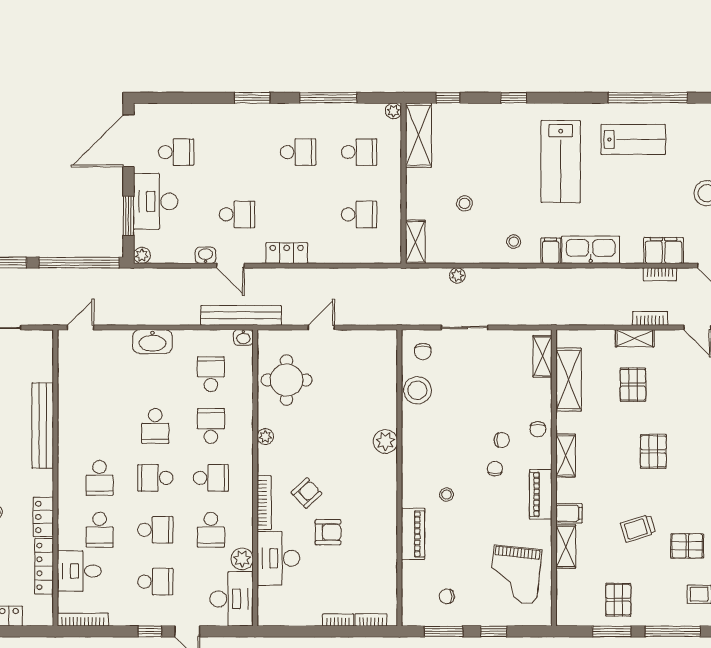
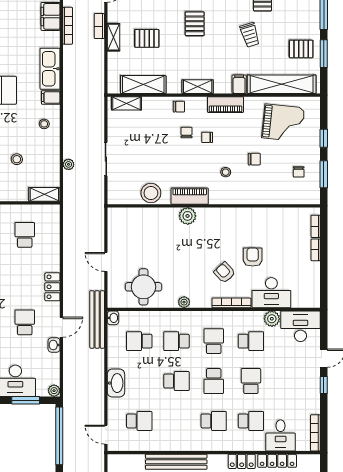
bookcase: (660, 274) -> (68, 26), width x1.56
chair: (423, 351) -> (254, 159), moved
pallet: (653, 451) -> (195, 24), turned 90
piano: (413, 534) -> (190, 196), moved
shelving: (566, 546) -> (282, 84), width x2.20, depth x1.33
school desk: (155, 582) -> (139, 421), moved, turned 90

